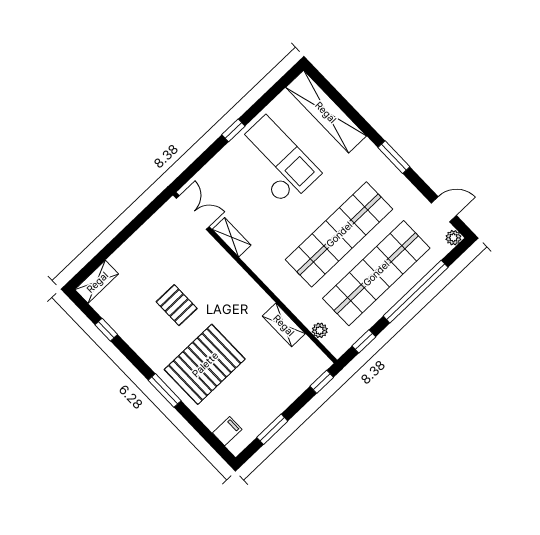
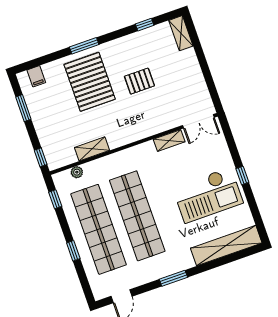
plant: (453, 238) -> (99, 294), removed
window: (416, 292) -> (73, 251), width x0.32

